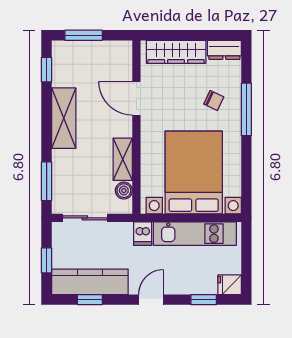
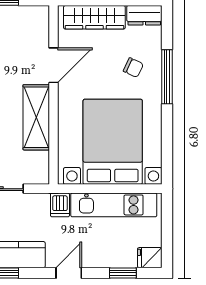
door: (136, 98) -> (53, 65), swing flipped
shelving: (123, 159) -> (36, 117), width x1.50, depth x1.33
boiler: (124, 191) -> (41, 160), removed

